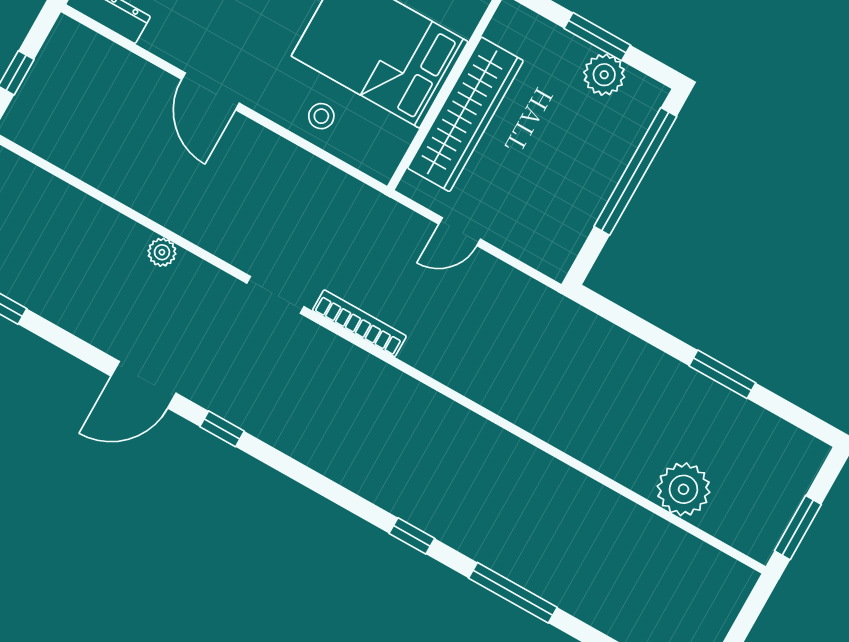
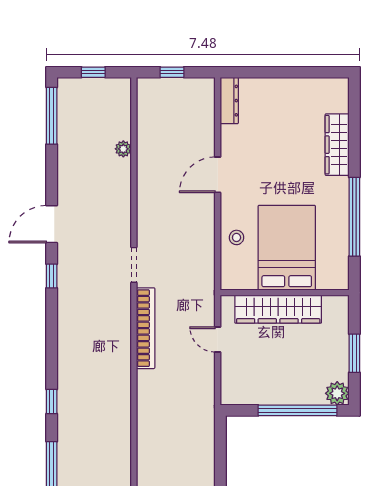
plant: (604, 75) -> (337, 393), moved
plant: (162, 252) -> (123, 149), moved
bookcase: (359, 323) -> (146, 328), width x1.48, depth x1.31
door: (144, 385) -> (52, 224), hinge flipped

